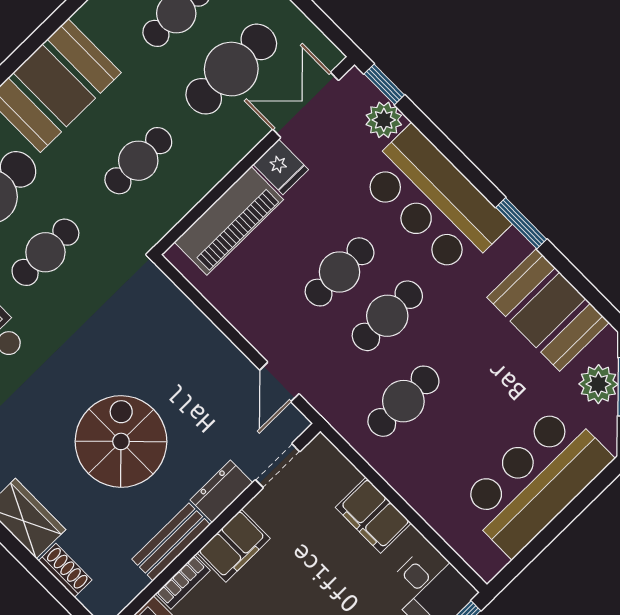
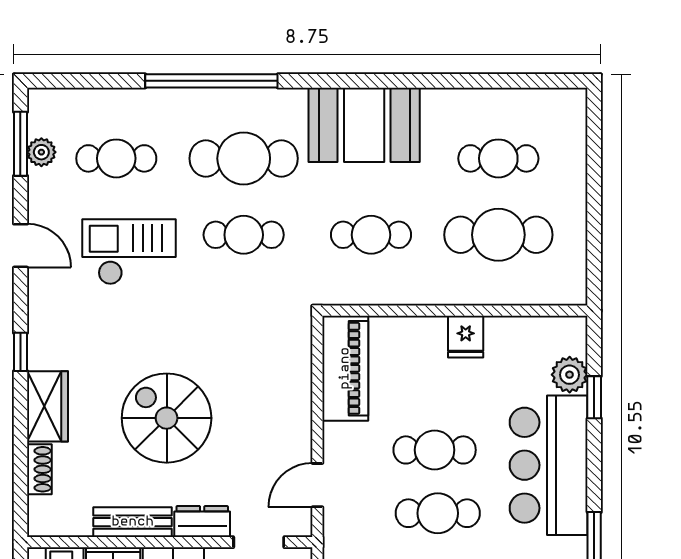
window: (384, 84) -> (594, 397), moved
double door: (306, 105) -> (526, 311), removed
piano: (229, 221) -> (345, 368), moved, turned -90
spiral stairs: (121, 441) -> (167, 418), turned -90

